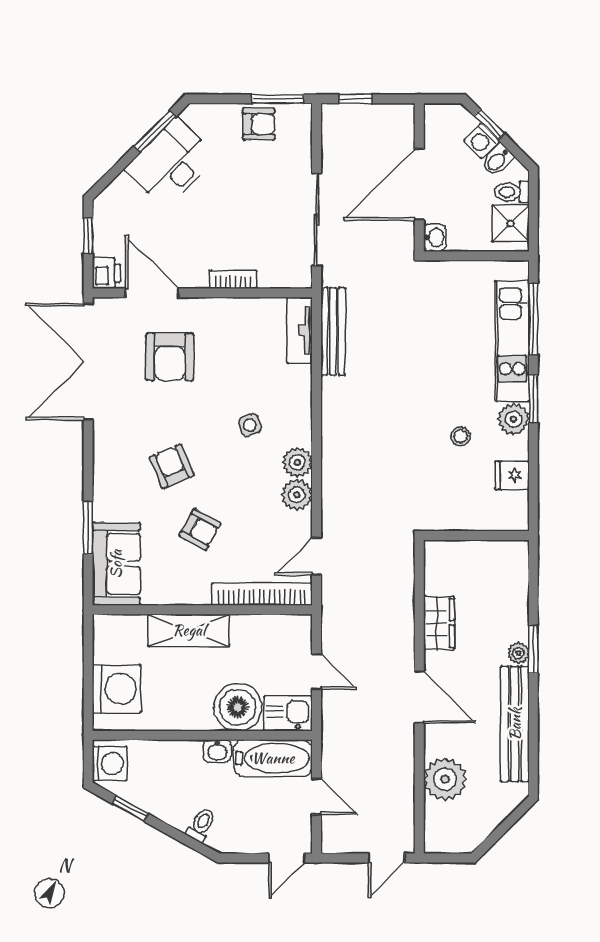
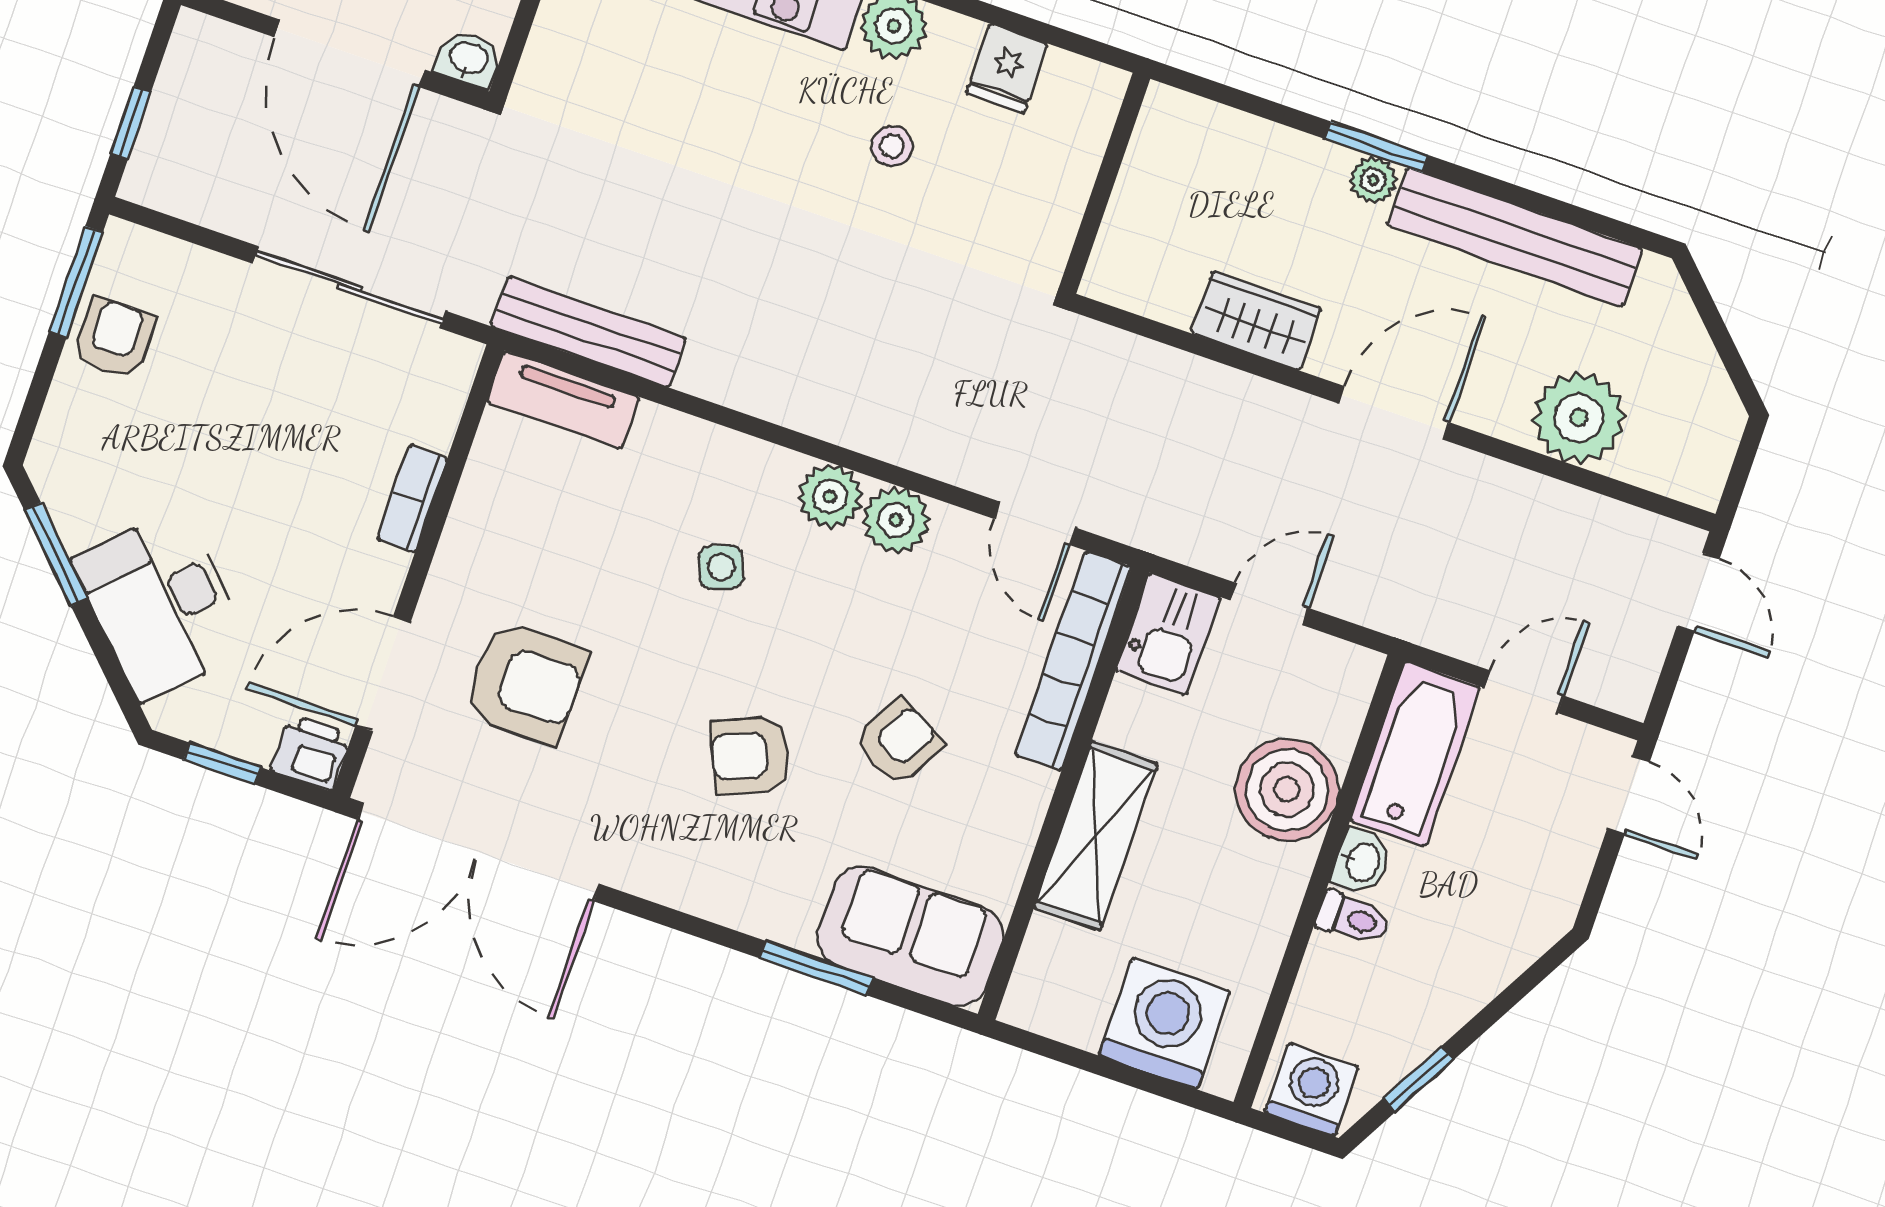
desk: (171, 163) -> (161, 604), moved
kitchen sink: (288, 713) -> (1168, 634), moved, turned 180
toilet: (201, 825) -> (1353, 918), moved, turned 151

